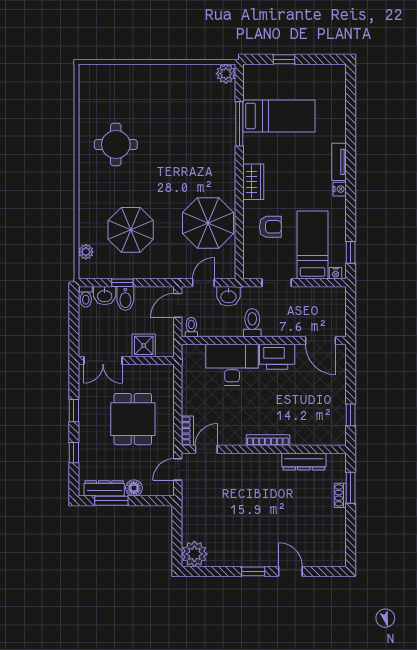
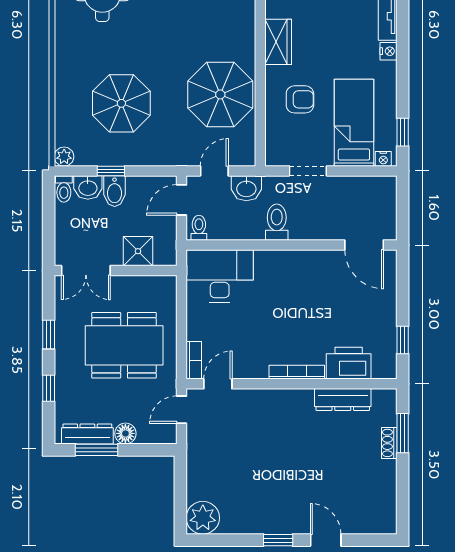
plant: (86, 252) -> (64, 157), moved
printer: (277, 357) -> (349, 363), moved, turned 180
desk: (232, 365) -> (220, 276), moved
dining table: (133, 419) -> (124, 345), width x1.37

